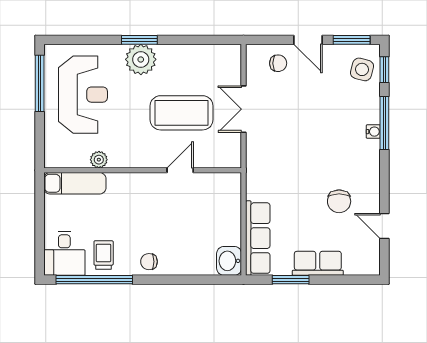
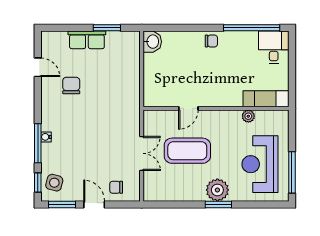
row of seats: (258, 238) -> (131, 58), removed
trolley: (104, 255) -> (245, 46), removed

